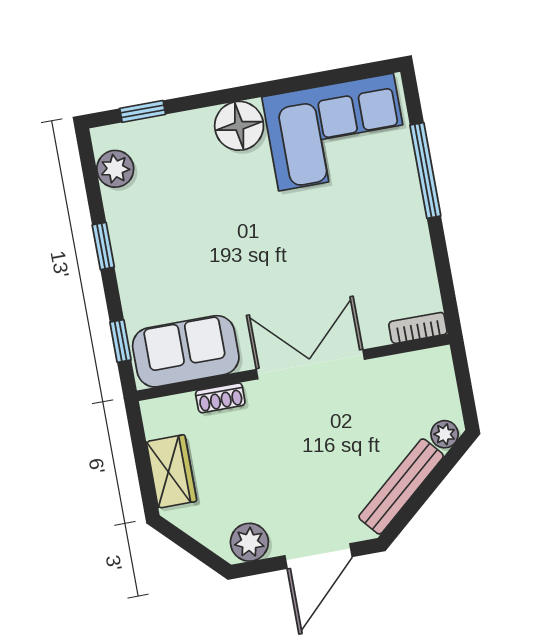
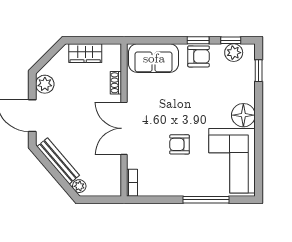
armchair: (136, 239) -> (199, 56), added
armchair: (322, 245) -> (180, 144), added
window: (121, 341) -> (231, 40), moved
sofa: (186, 351) -> (154, 58), moved, turned 90
double door: (310, 364) -> (124, 128), swing flipped

